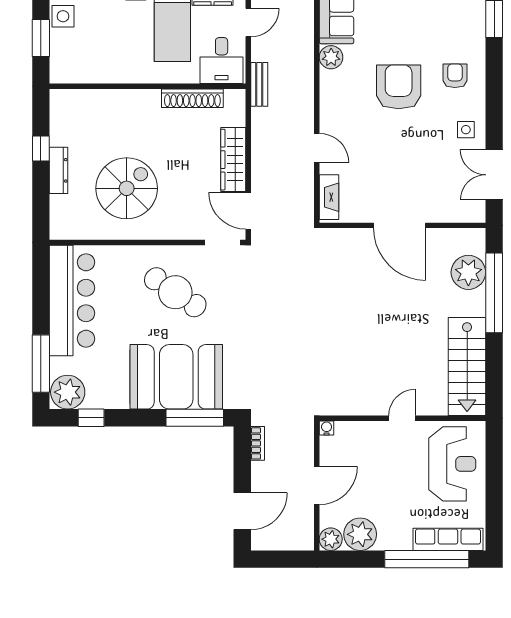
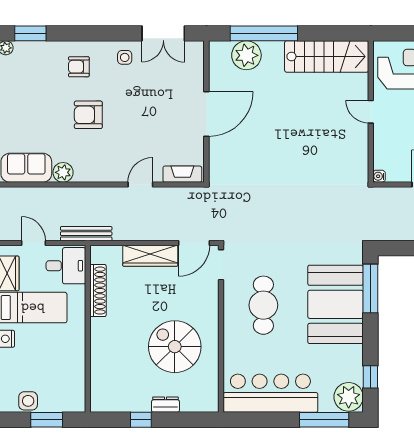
bench: (259, 84) -> (86, 234), width x1.36
armchair: (399, 87) -> (88, 115), width x0.73, depth x0.73
dresser: (59, 170) -> (165, 405), width x0.70
cafe table: (175, 292) -> (263, 305), turned -34
bookcase: (258, 443) -> (392, 235), removed

